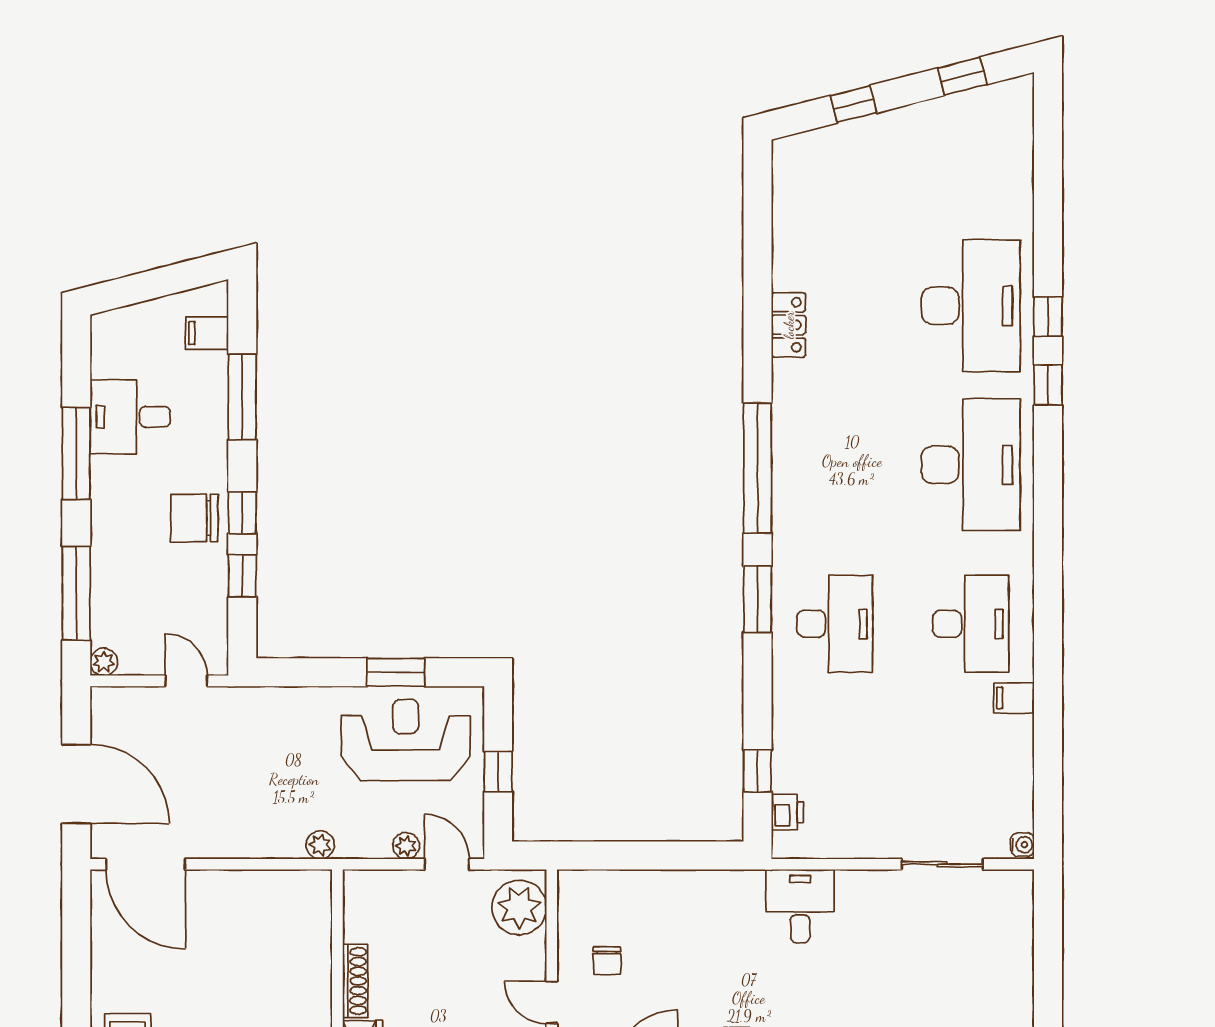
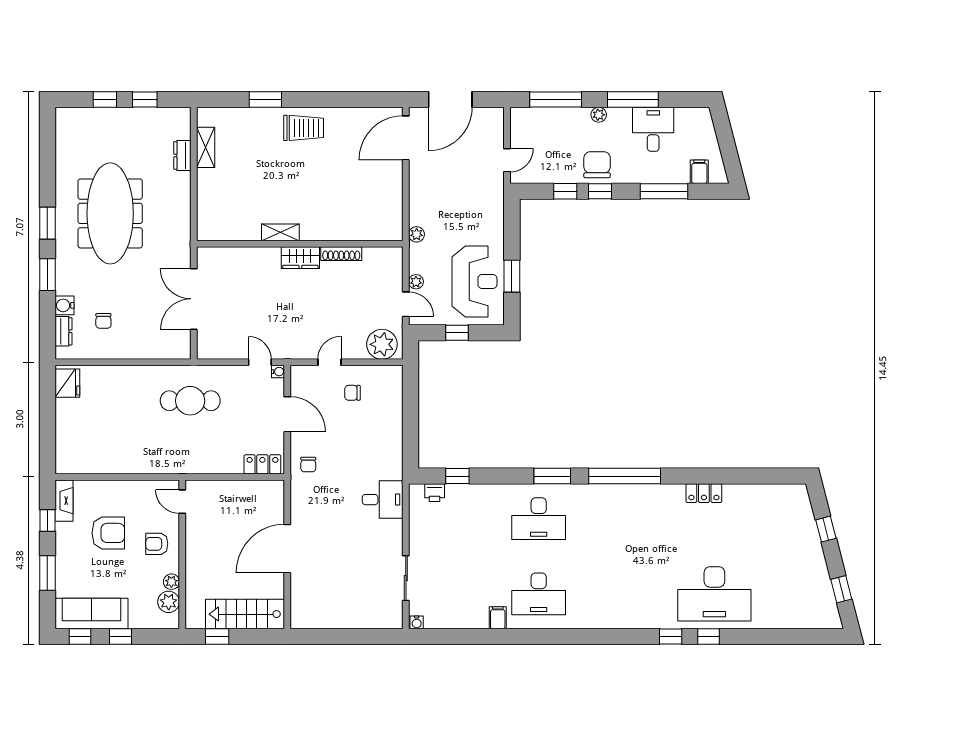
desk: (971, 465) -> (627, 594), removed
plant: (104, 662) -> (599, 115), moved
door: (447, 864) -> (406, 304), hinge flipped

